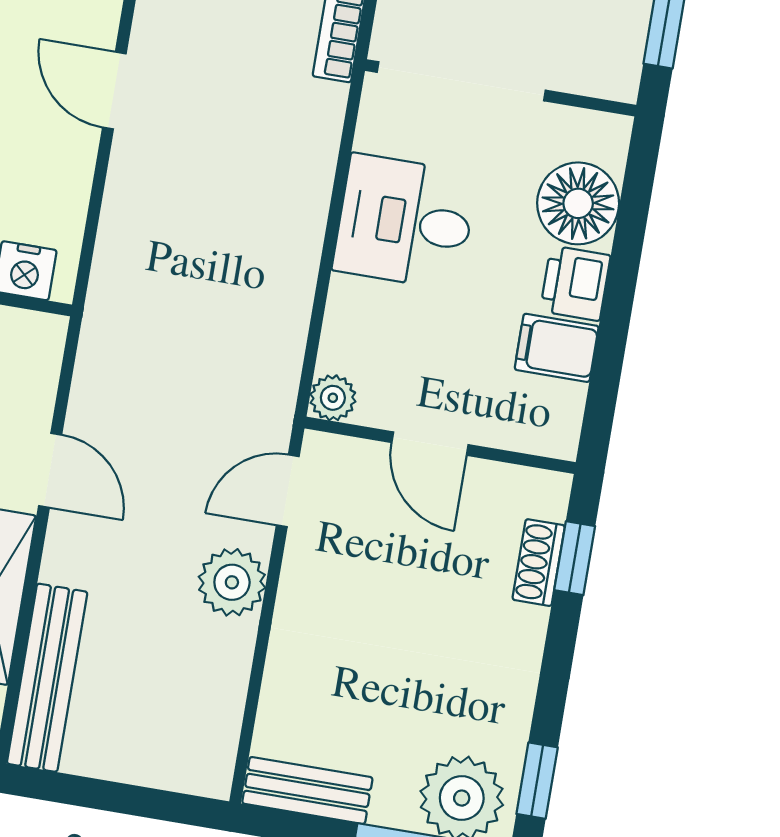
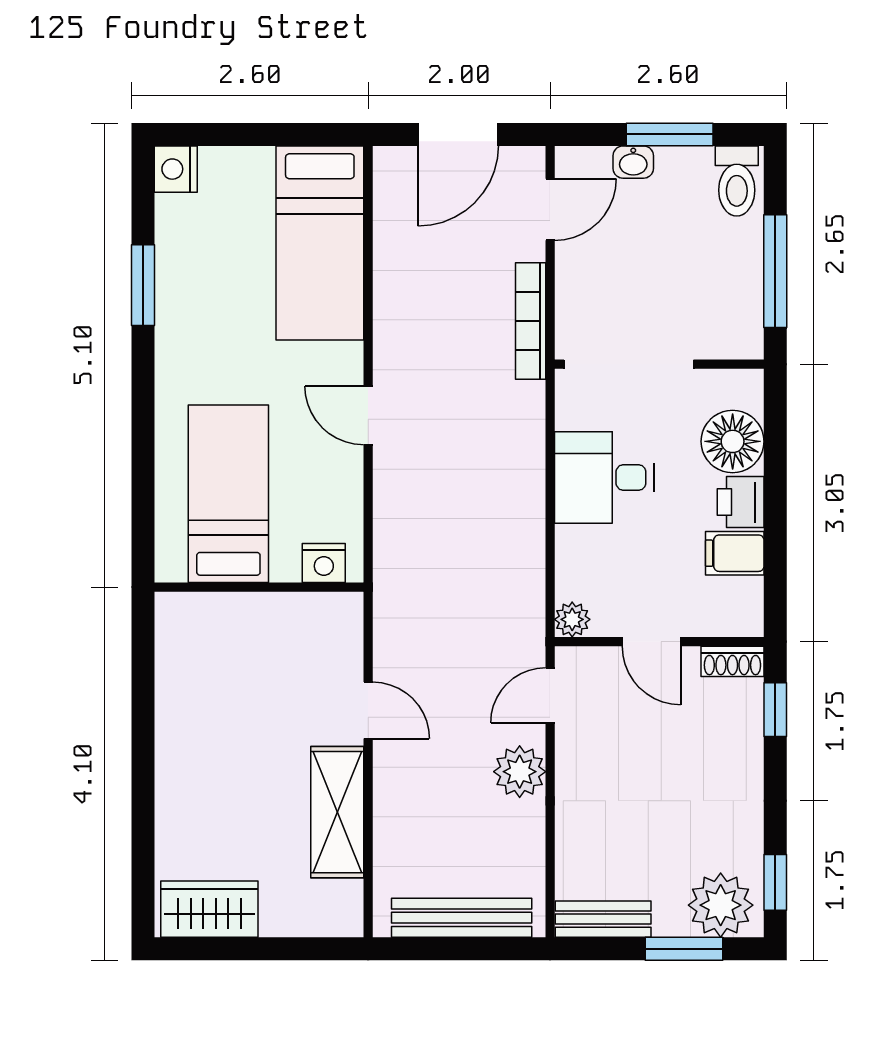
shoe rack: (539, 563) -> (732, 661), moved, turned -90
bench: (47, 678) -> (462, 918), moved, turned 90

